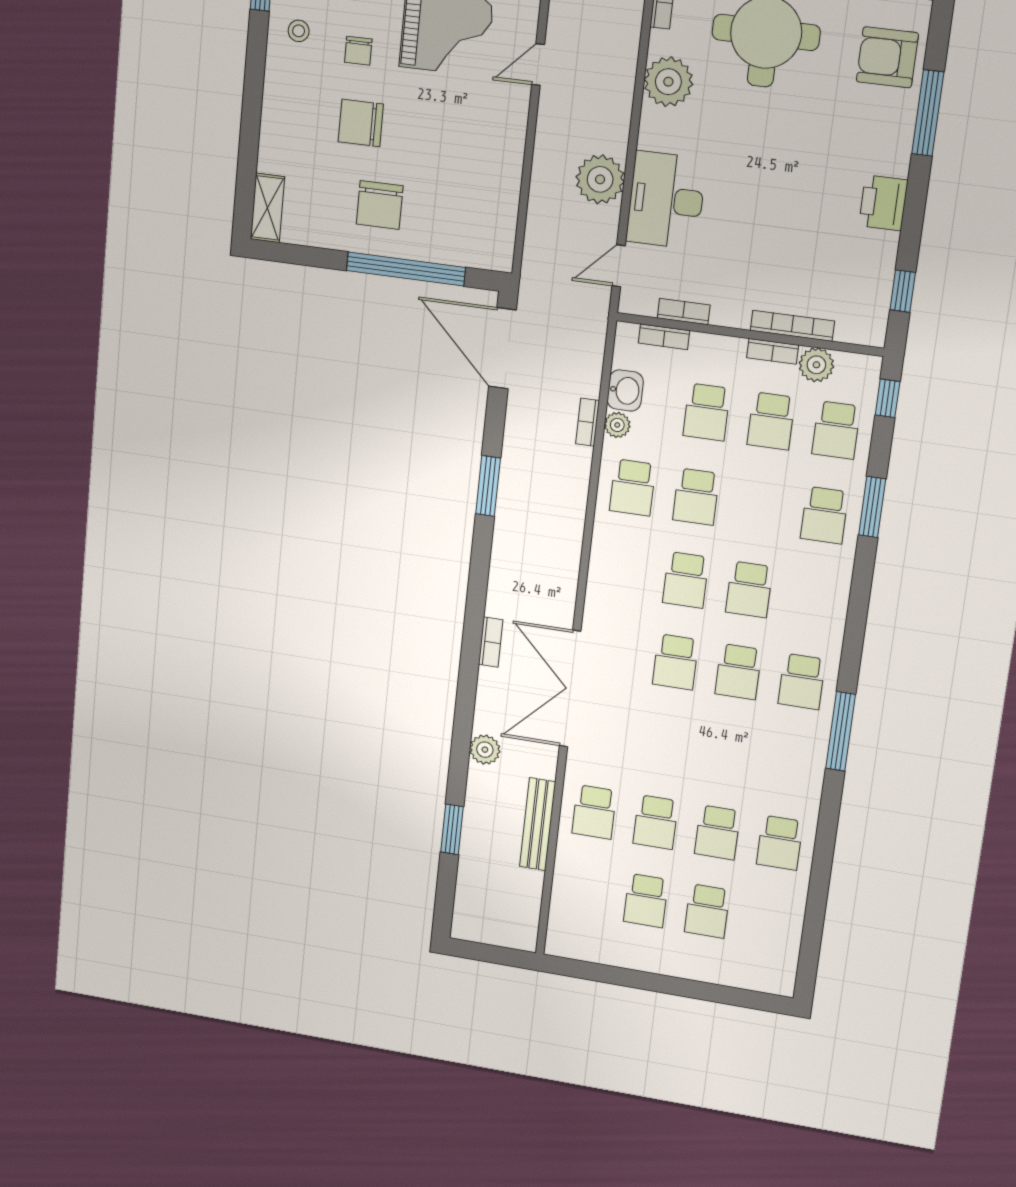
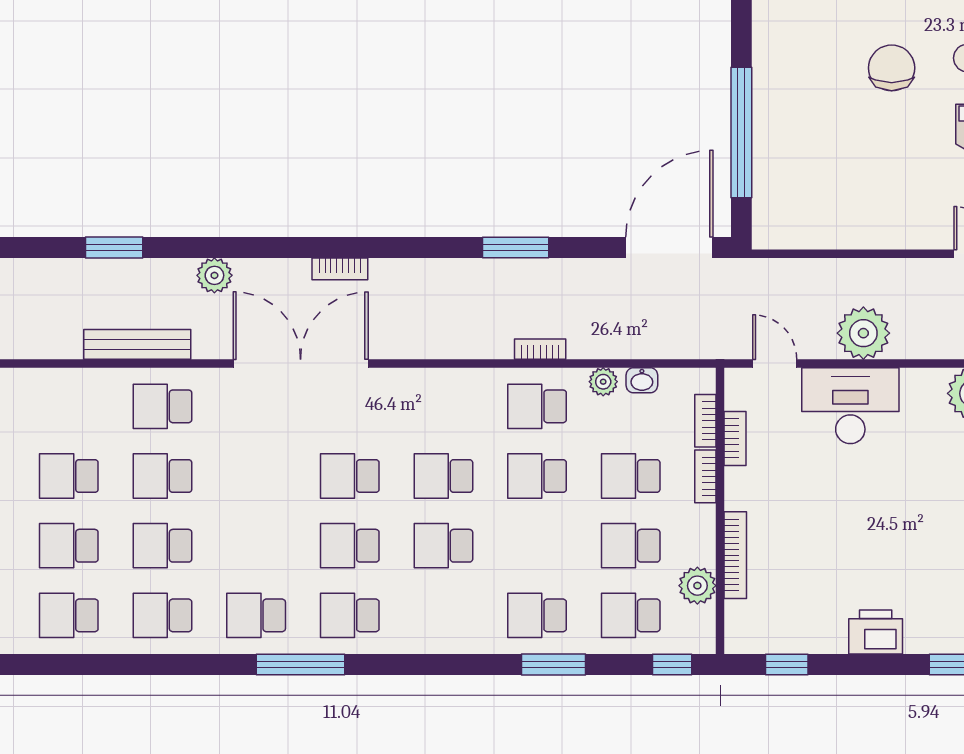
chair: (380, 205) -> (807, 97), removed
bookcase: (773, 351) -> (705, 476), moved
washbasin: (625, 390) -> (642, 380), width x0.72, depth x0.69
bookcase: (588, 422) -> (540, 349), moved
school desk: (791, 763) -> (256, 615), added
school desk: (769, 922) -> (69, 615), added

